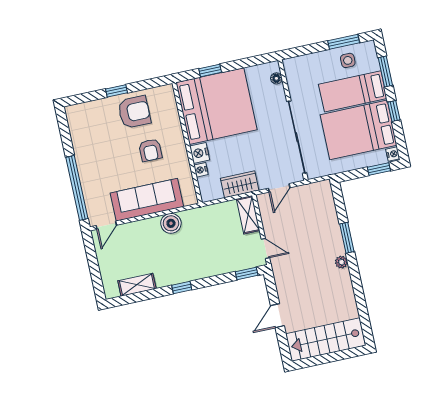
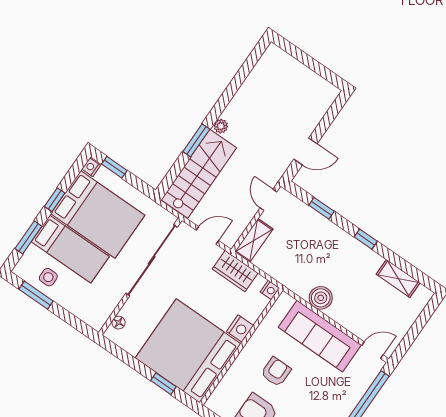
nightstand: (201, 170) -> (270, 290), moved
window: (247, 274) -> (321, 208), moved
door: (277, 316) -> (306, 151), moved
stairs: (326, 340) -> (199, 174), moved, turned -90

